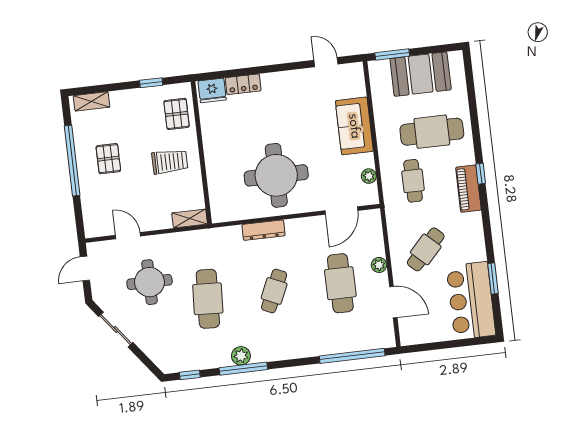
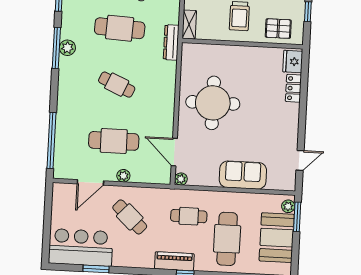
plant: (382, 67) -> (288, 206), added
plant: (369, 176) -> (181, 179), moved
dresser: (264, 230) -> (171, 42), moved

